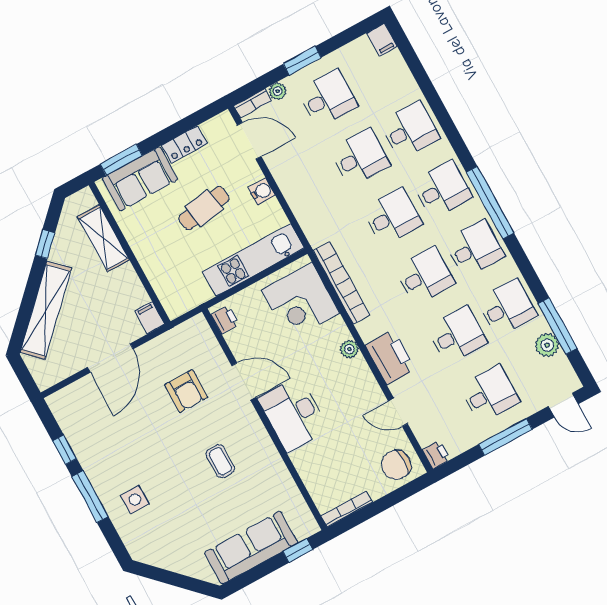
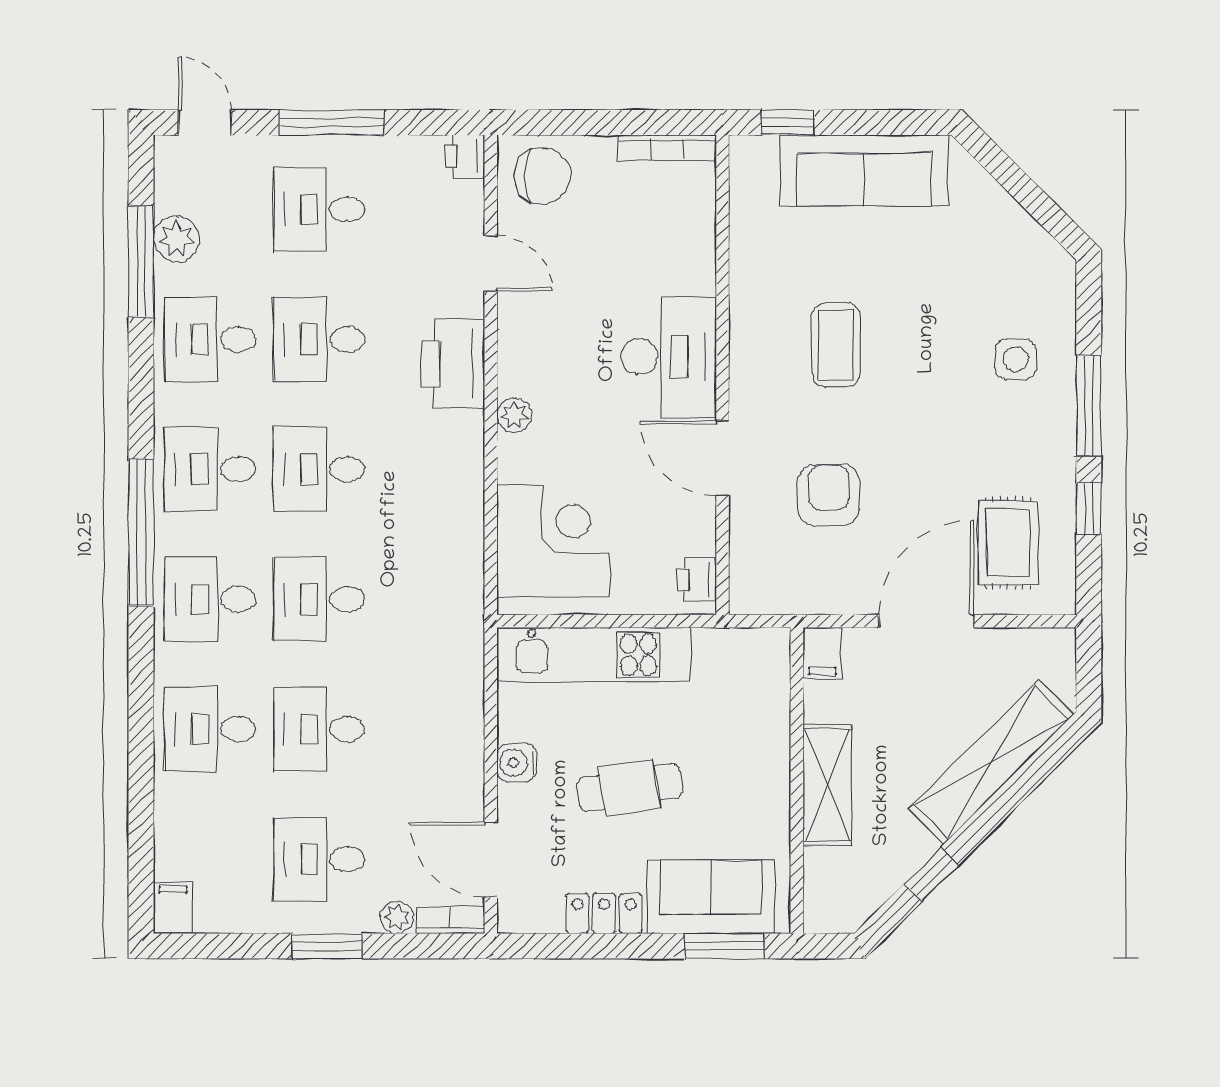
shelving: (103, 238) -> (827, 785), moved
bookcase: (341, 283) -> (466, 535), removed
rug: (93, 414) -> (1008, 543), added
coffee table: (220, 461) -> (836, 345), width x1.36, depth x1.30

